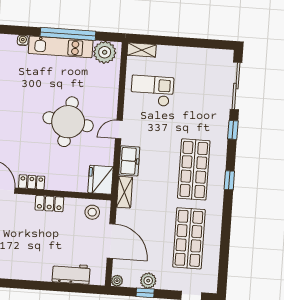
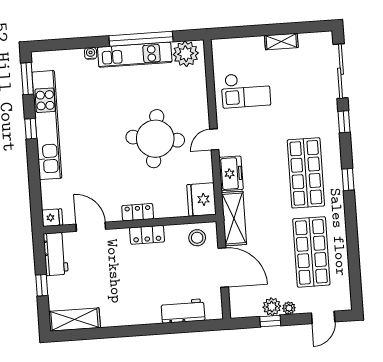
shelving: (142, 50) -> (281, 41), moved
checkout: (152, 91) -> (246, 90), turned 180
locker: (32, 182) -> (138, 212), moved
shelving: (125, 192) -> (234, 219), width x1.50, depth x1.33
plant: (117, 281) -> (289, 308), moved

